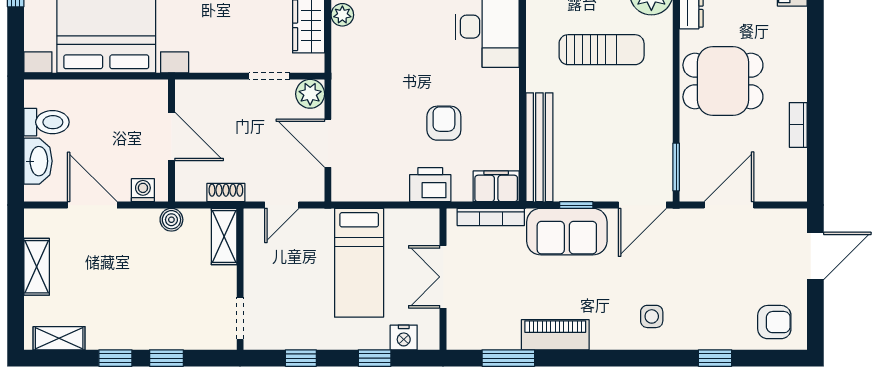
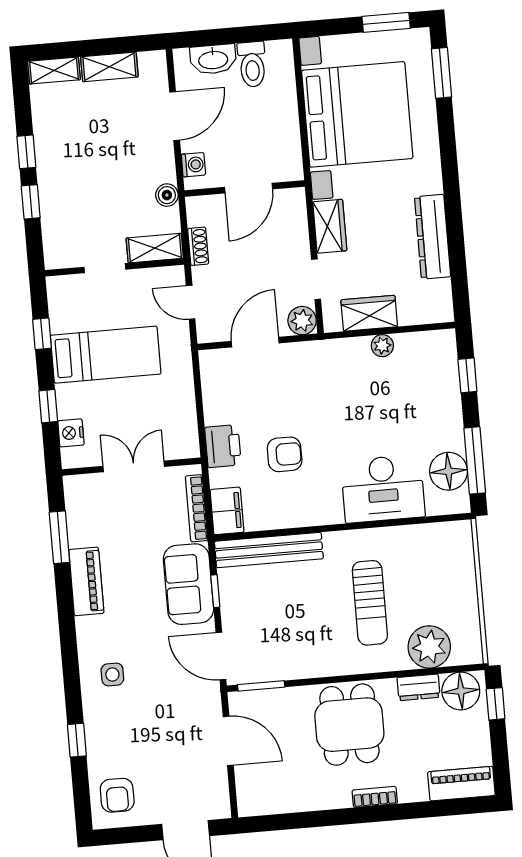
wardrobe: (217, 58) -> (330, 226), added
bookcase: (798, 125) -> (375, 797), moved
bed: (359, 263) -> (106, 355), moved, turned 180
doorway: (240, 318) -> (105, 268), moved
shelving: (59, 338) -> (54, 70), moved, turned 90

